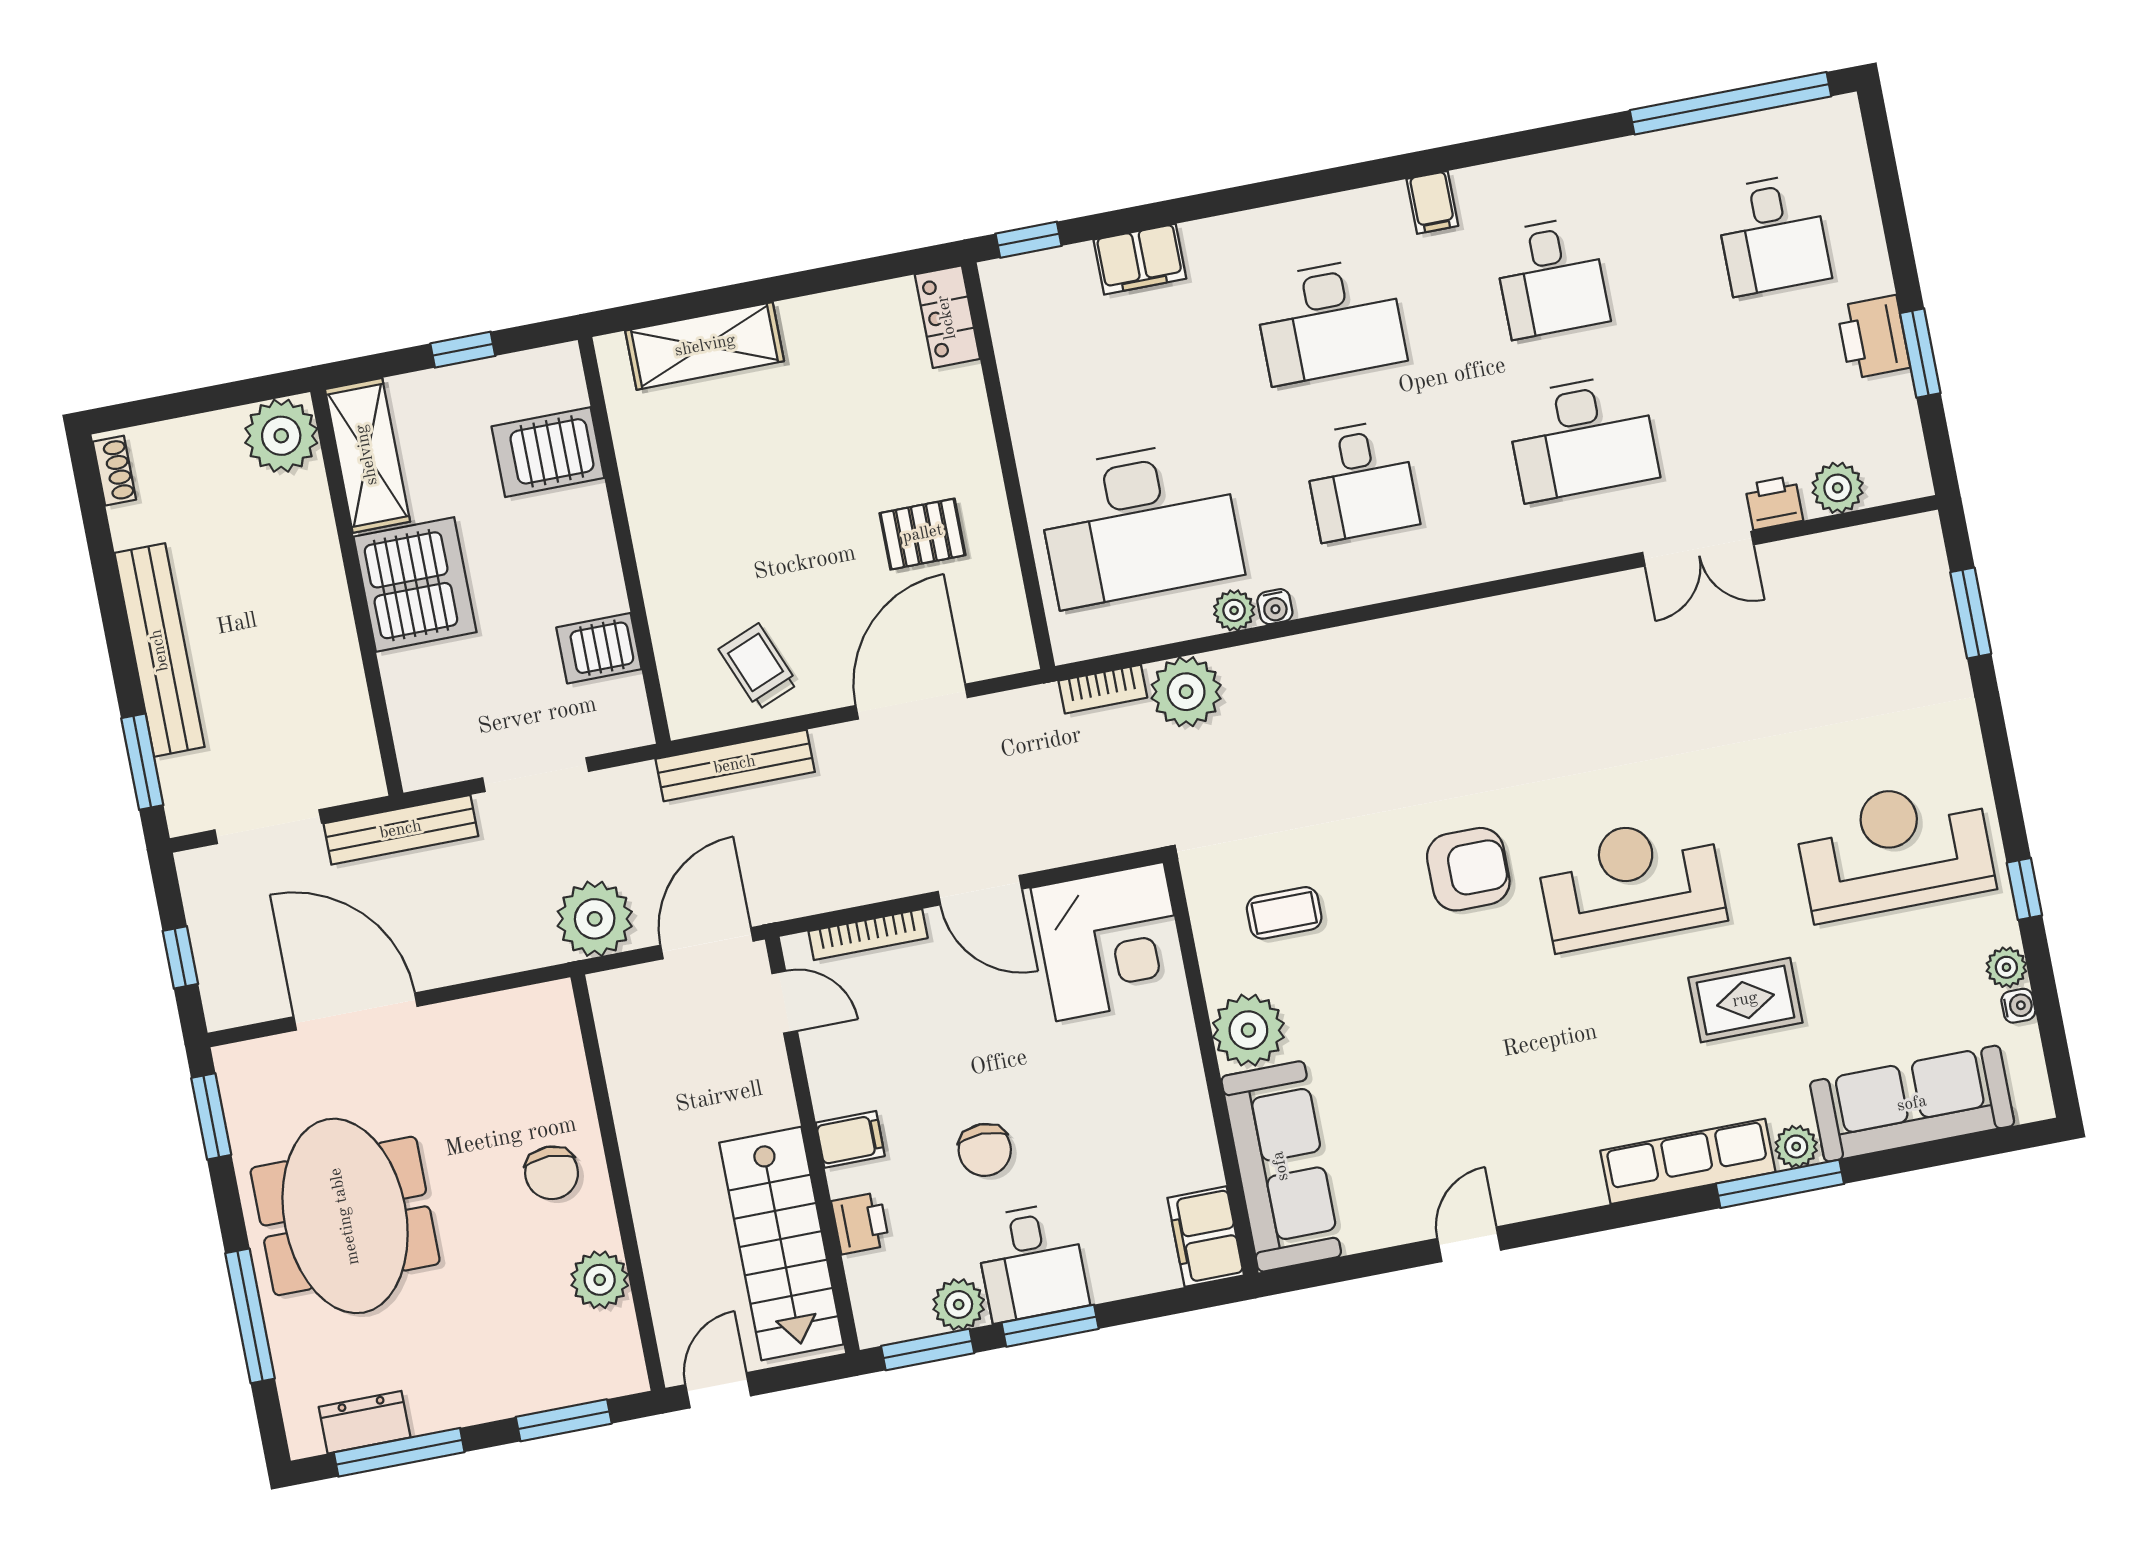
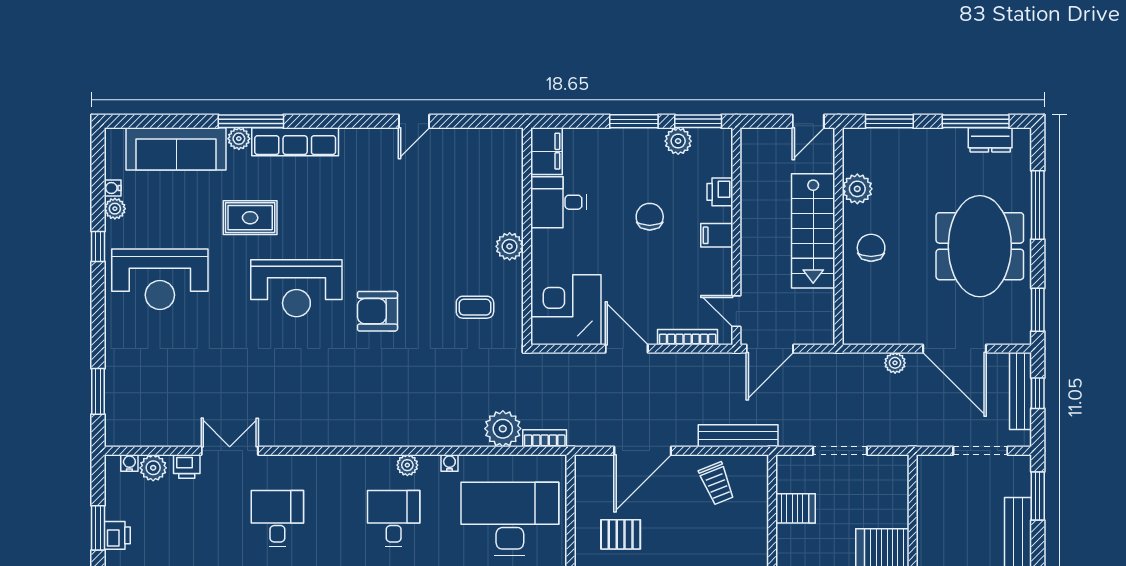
printer: (1873, 337) -> (117, 535), width x0.73, depth x0.81
desk: (1582, 437) -> (277, 519), width x0.73
water cooler: (1885, 488) -> (129, 463), added
plant: (1234, 610) -> (407, 465), moved
bench: (401, 830) -> (1021, 391), moved, turned 90
plant: (595, 919) -> (895, 363), moved, width x0.53, depth x0.53
plant: (1248, 1030) -> (510, 246), width x0.73, depth x0.73
sofa: (1281, 1166) -> (501, 179), removed
stairs: (781, 1244) -> (813, 231), moved, turned 180
desk: (1031, 1262) -> (559, 202), moved, turned -90

